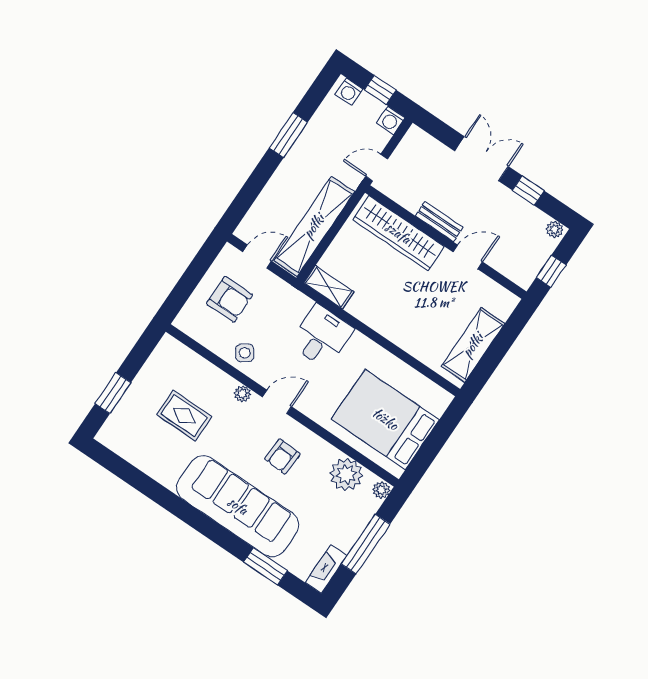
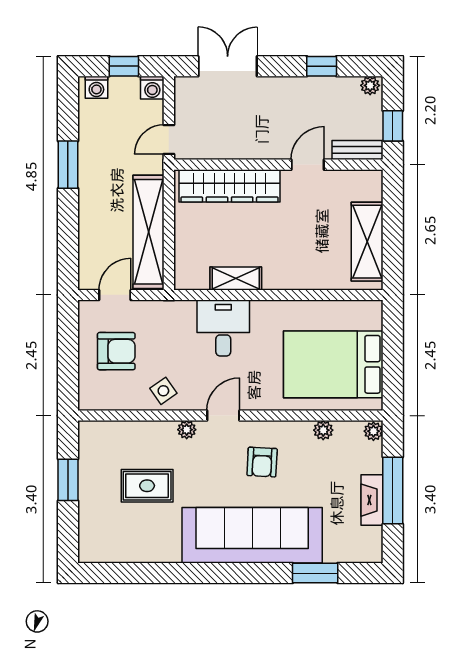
double door: (482, 159) -> (228, 66), moved
bench: (439, 222) -> (357, 150), moved
shelving: (329, 287) -> (236, 278), moved
window: (113, 393) -> (68, 480), moved
plant: (346, 474) -> (323, 430), width x0.53, depth x0.53
fireplace: (326, 569) -> (372, 500), moved

